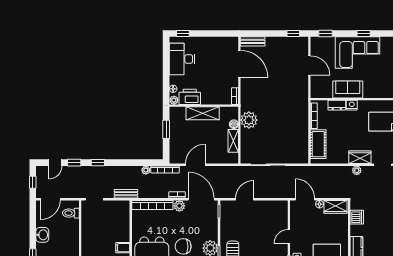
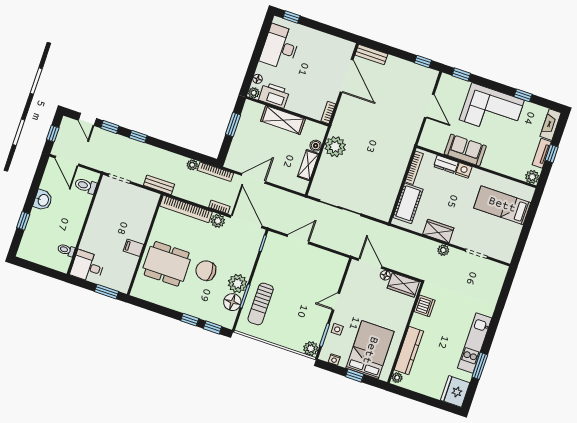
window: (364, 33) -> (523, 95), moved
wardrobe: (360, 157) -> (438, 231), moved
door: (55, 163) -> (87, 119), hinge flipped
door: (50, 199) -> (67, 161), hinge flipped

